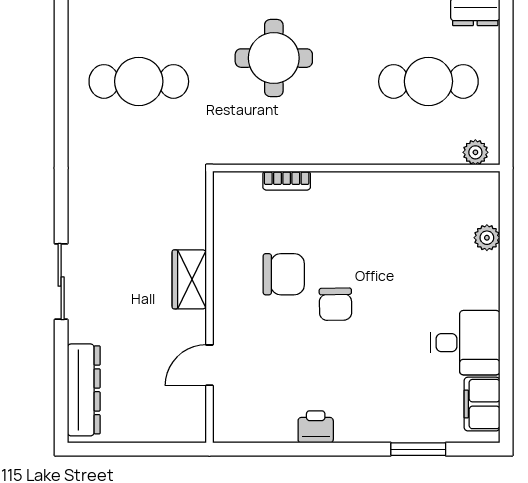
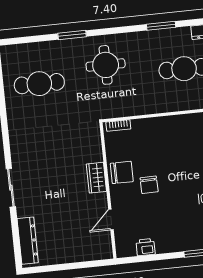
wardrobe: (189, 279) -> (96, 178), moved
wall: (209, 307) -> (108, 190), moved
door: (209, 365) -> (111, 220), moved

